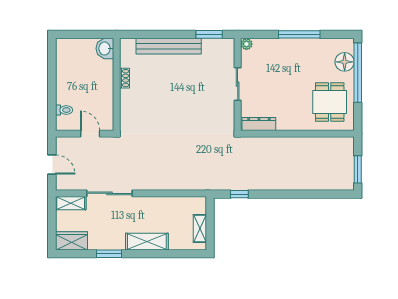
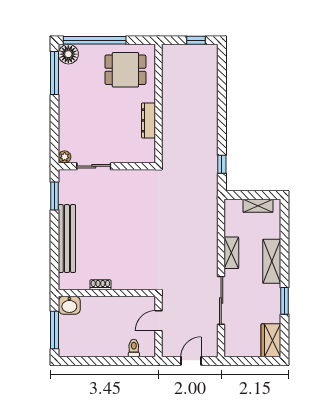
window: (81, 34) -> (55, 330), added
window: (299, 34) -> (55, 73), moved
floor lamp: (345, 62) -> (68, 54), moved
sliding door: (238, 84) -> (94, 166), moved
dresser: (259, 124) -> (149, 120), moved
window: (358, 169) -> (196, 40), width x0.67
shelving: (71, 203) -> (231, 253), moved

